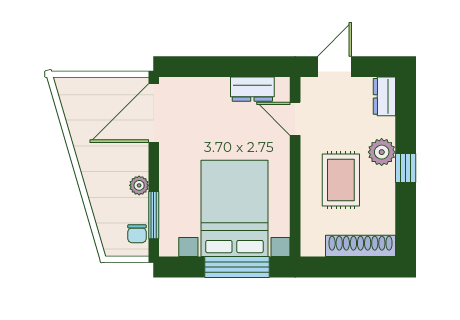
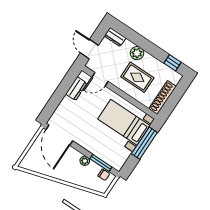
window: (406, 168) -> (173, 63), moved
bed with nightstands: (234, 208) -> (124, 122), width x0.73
shoe rack: (361, 246) -> (163, 98), moved

